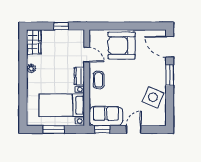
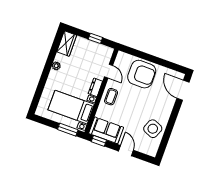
armchair: (122, 46) -> (142, 74), turned 180
window: (170, 75) -> (174, 115), removed
window: (54, 129) -> (68, 130), moved
door: (134, 129) -> (126, 151), hinge flipped

